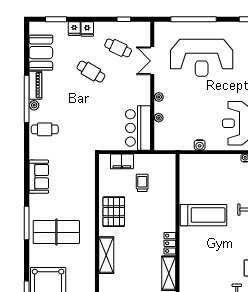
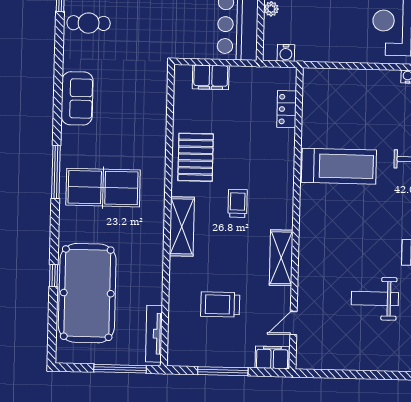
water cooler: (200, 145) -> (286, 53), moved
trolley: (142, 183) -> (238, 203), moved
locker: (170, 243) -> (287, 109), moved

